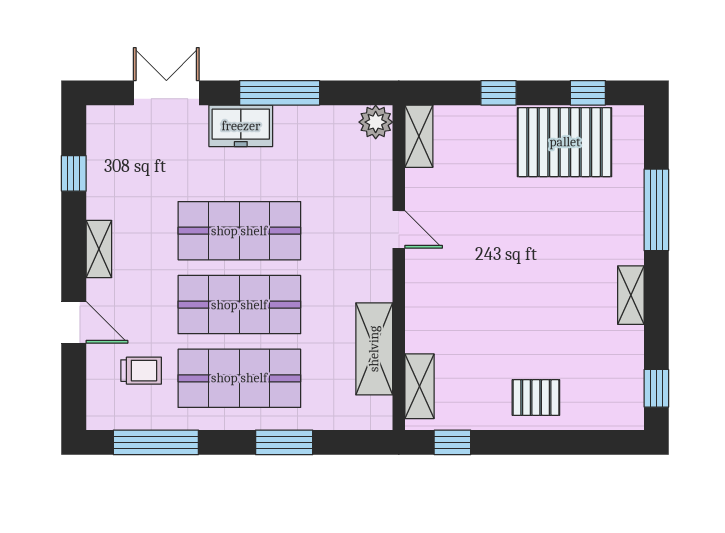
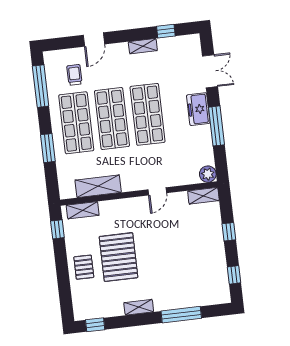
pallet: (565, 142) -> (118, 257), moved
shelving: (99, 249) -> (143, 46), moved
trolley: (141, 371) -> (74, 75), turned 180

